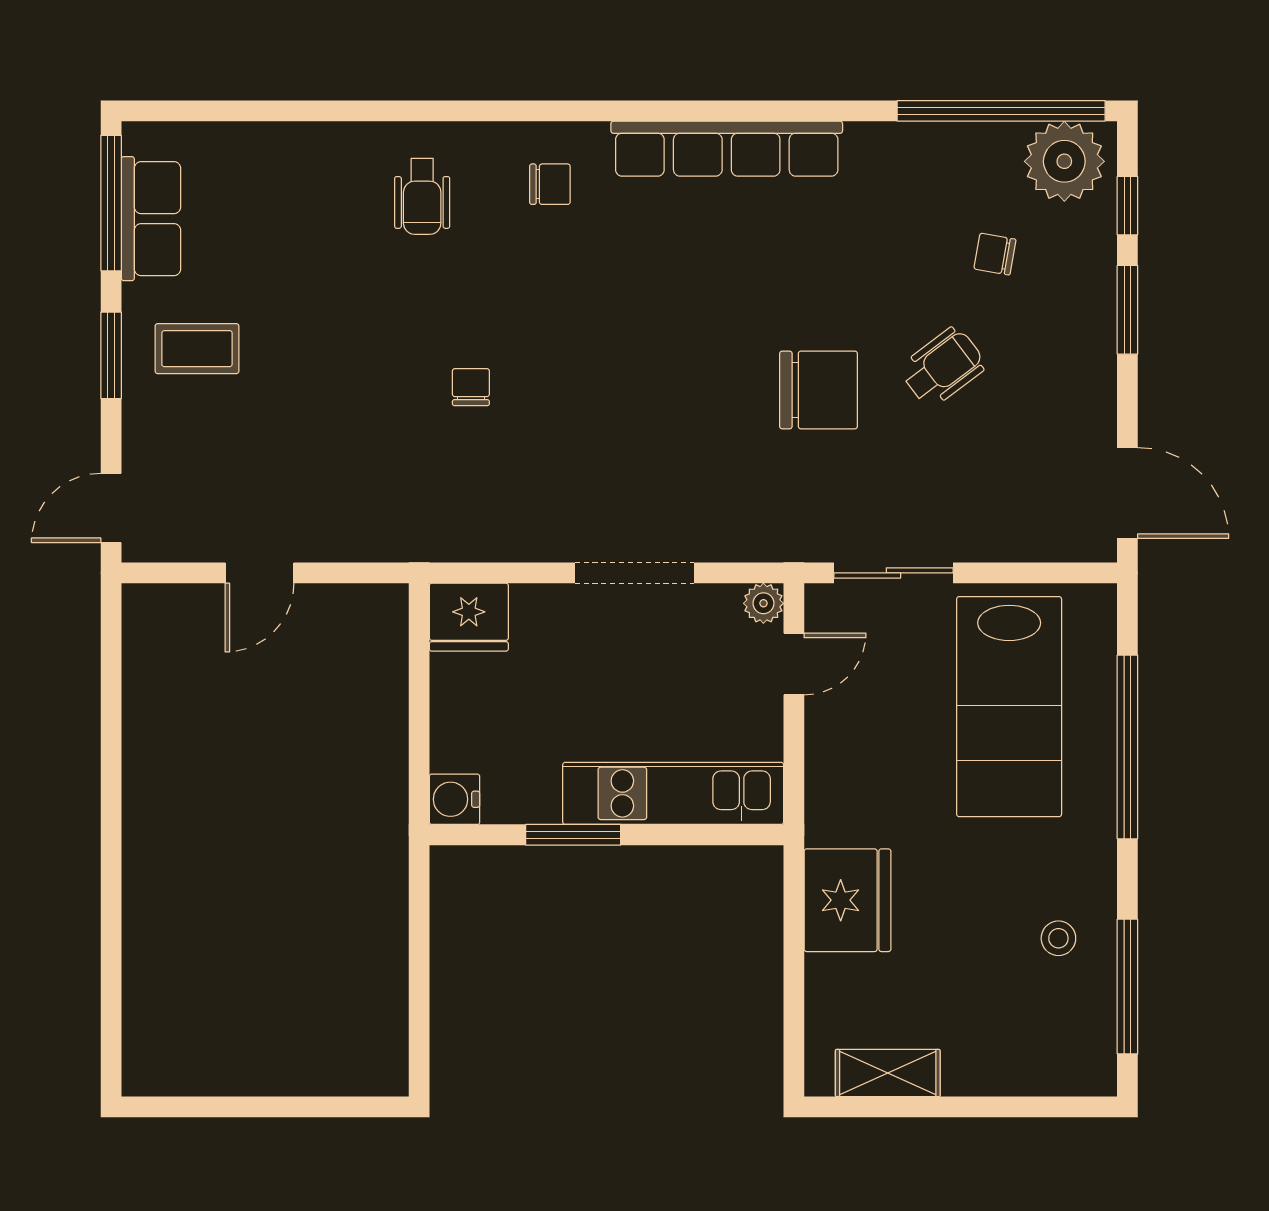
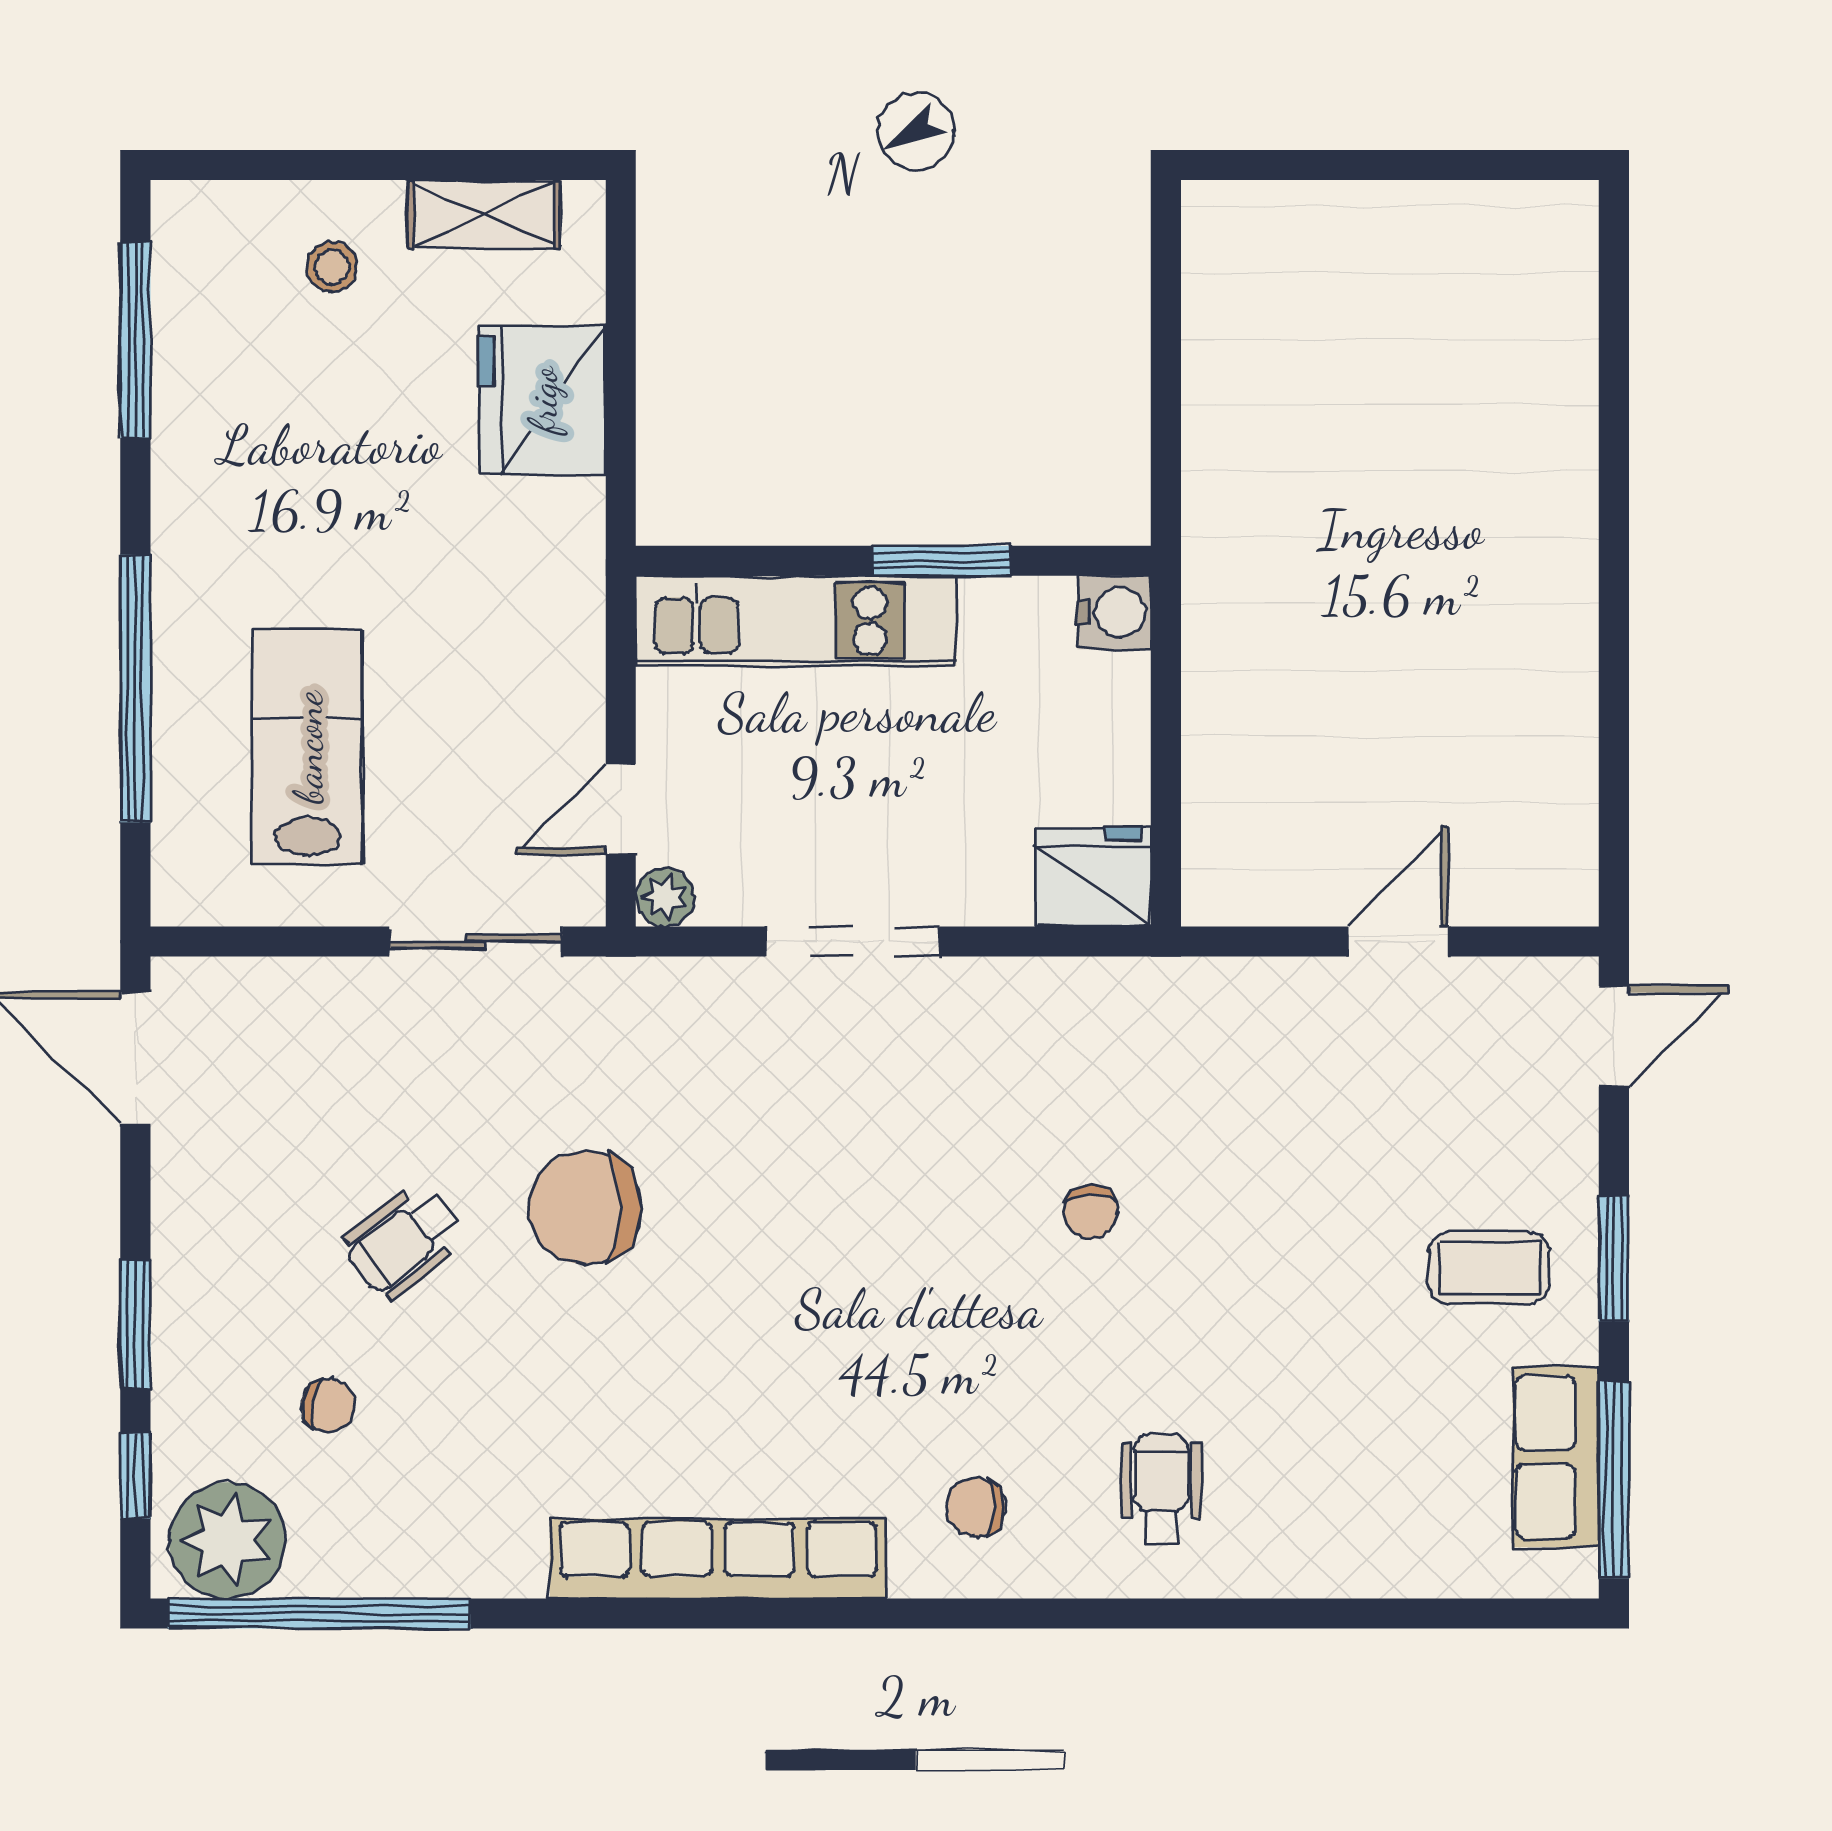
lab bench: (1009, 707) -> (308, 747), width x0.73, depth x0.72
fridge: (847, 900) -> (543, 400), moved
stool: (1058, 938) -> (332, 267), moved

